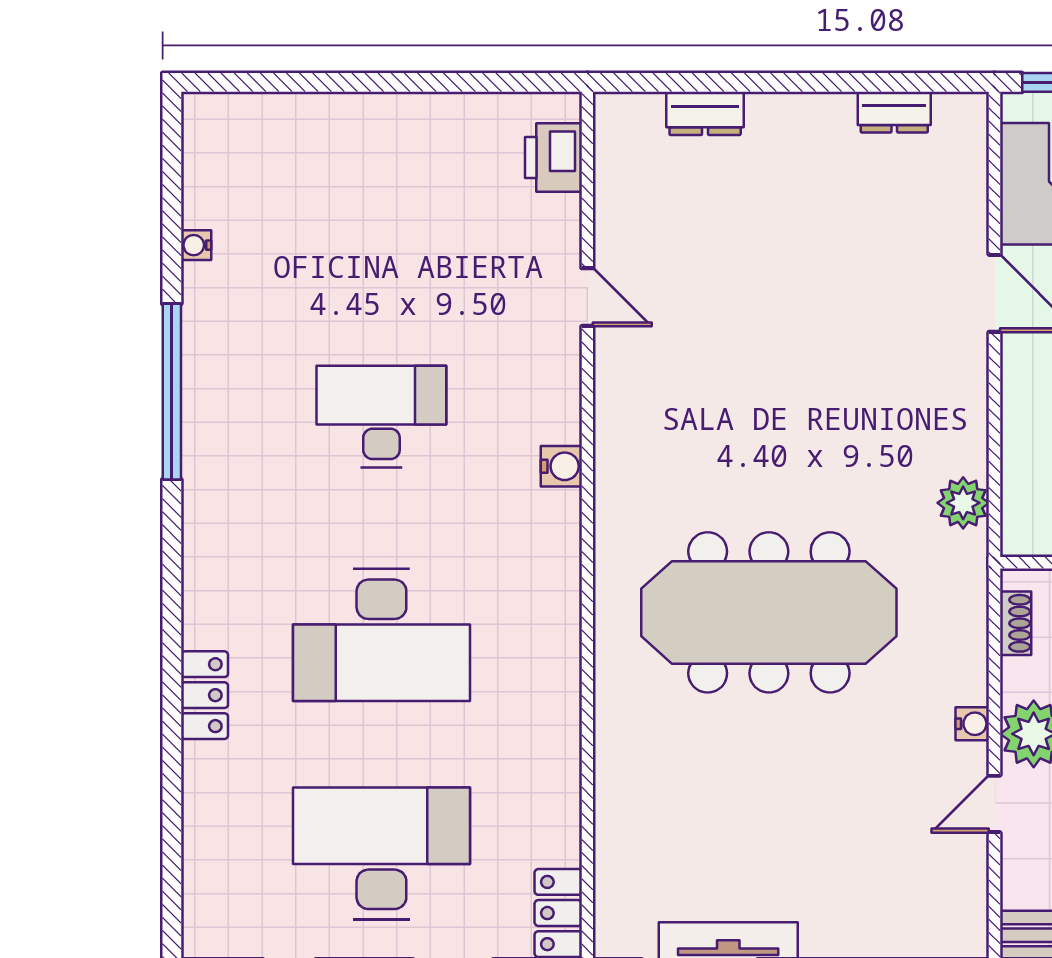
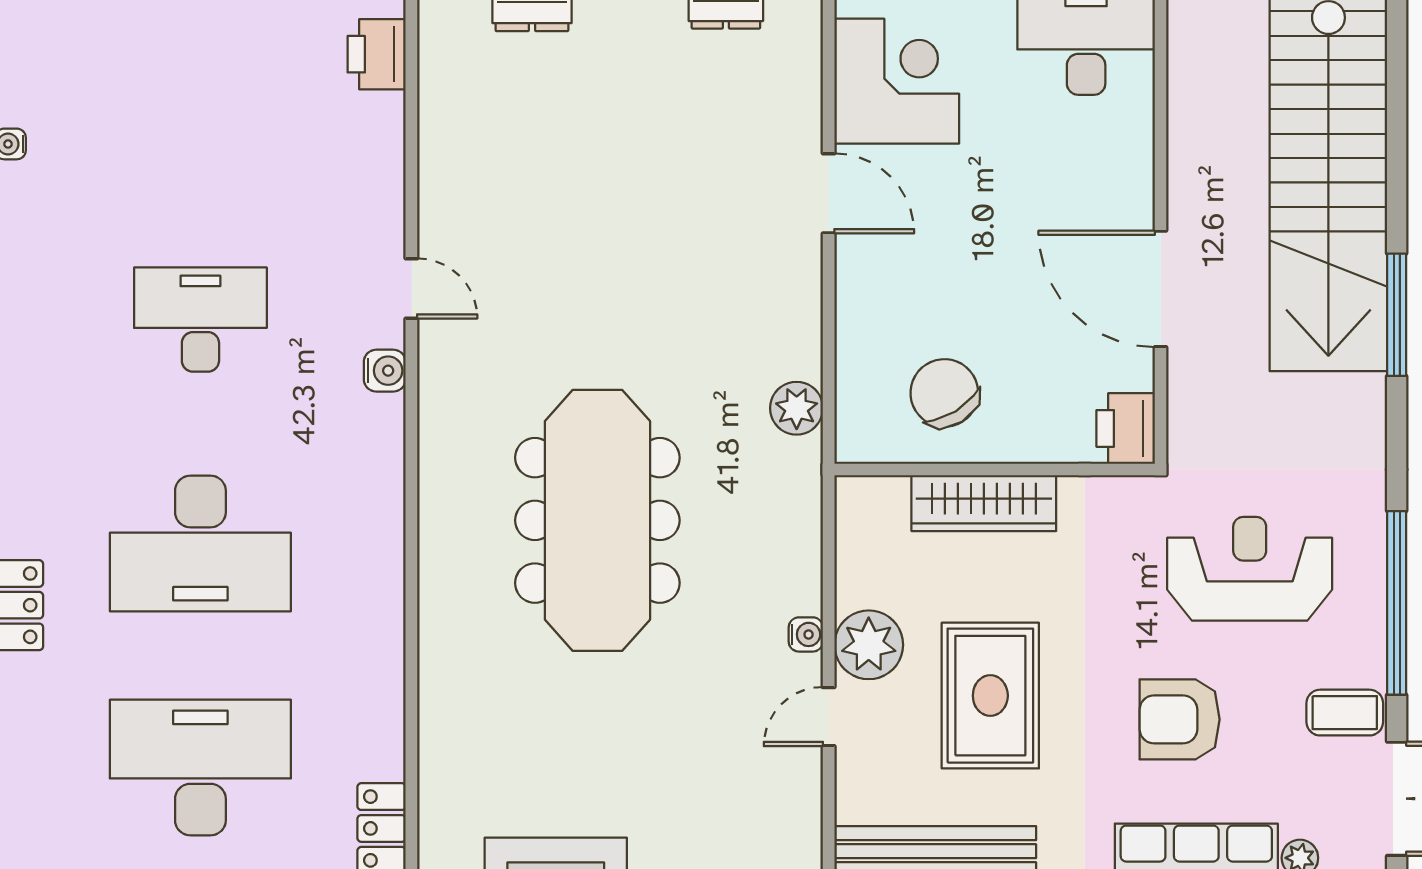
door: (587, 297) -> (411, 288), moved
meeting table: (769, 612) -> (597, 520), turned 90
shoe rack: (1016, 623) -> (850, 532), removed

